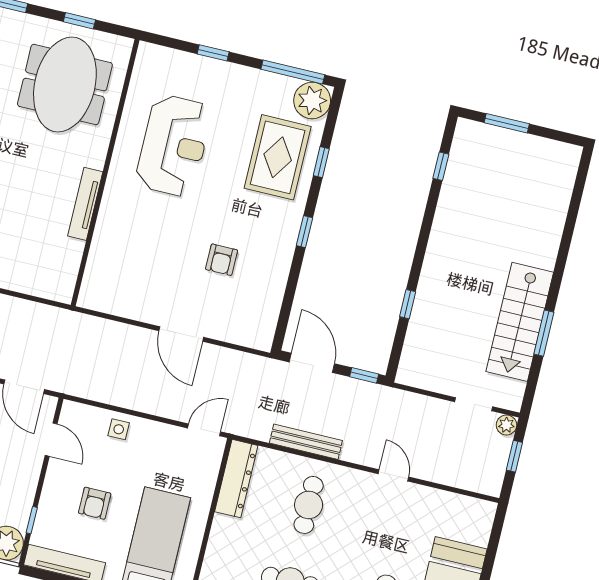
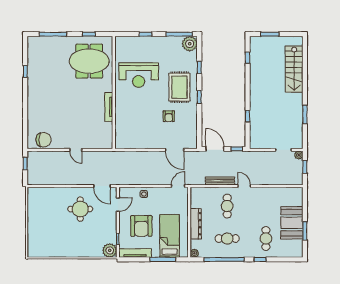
meeting table: (65, 84) -> (89, 61), turned 90
reception desk: (174, 146) -> (139, 75), turned 90
rug: (278, 157) -> (179, 87), moved
stairs: (520, 322) -> (294, 69), moved
door: (181, 334) -> (175, 150), moved
door: (51, 440) -> (118, 205), hinge flipped
door: (393, 475) -> (244, 186), moved
dresser: (236, 479) -> (196, 224), moved
armchair: (95, 503) -> (141, 226), width x1.88, depth x1.88

